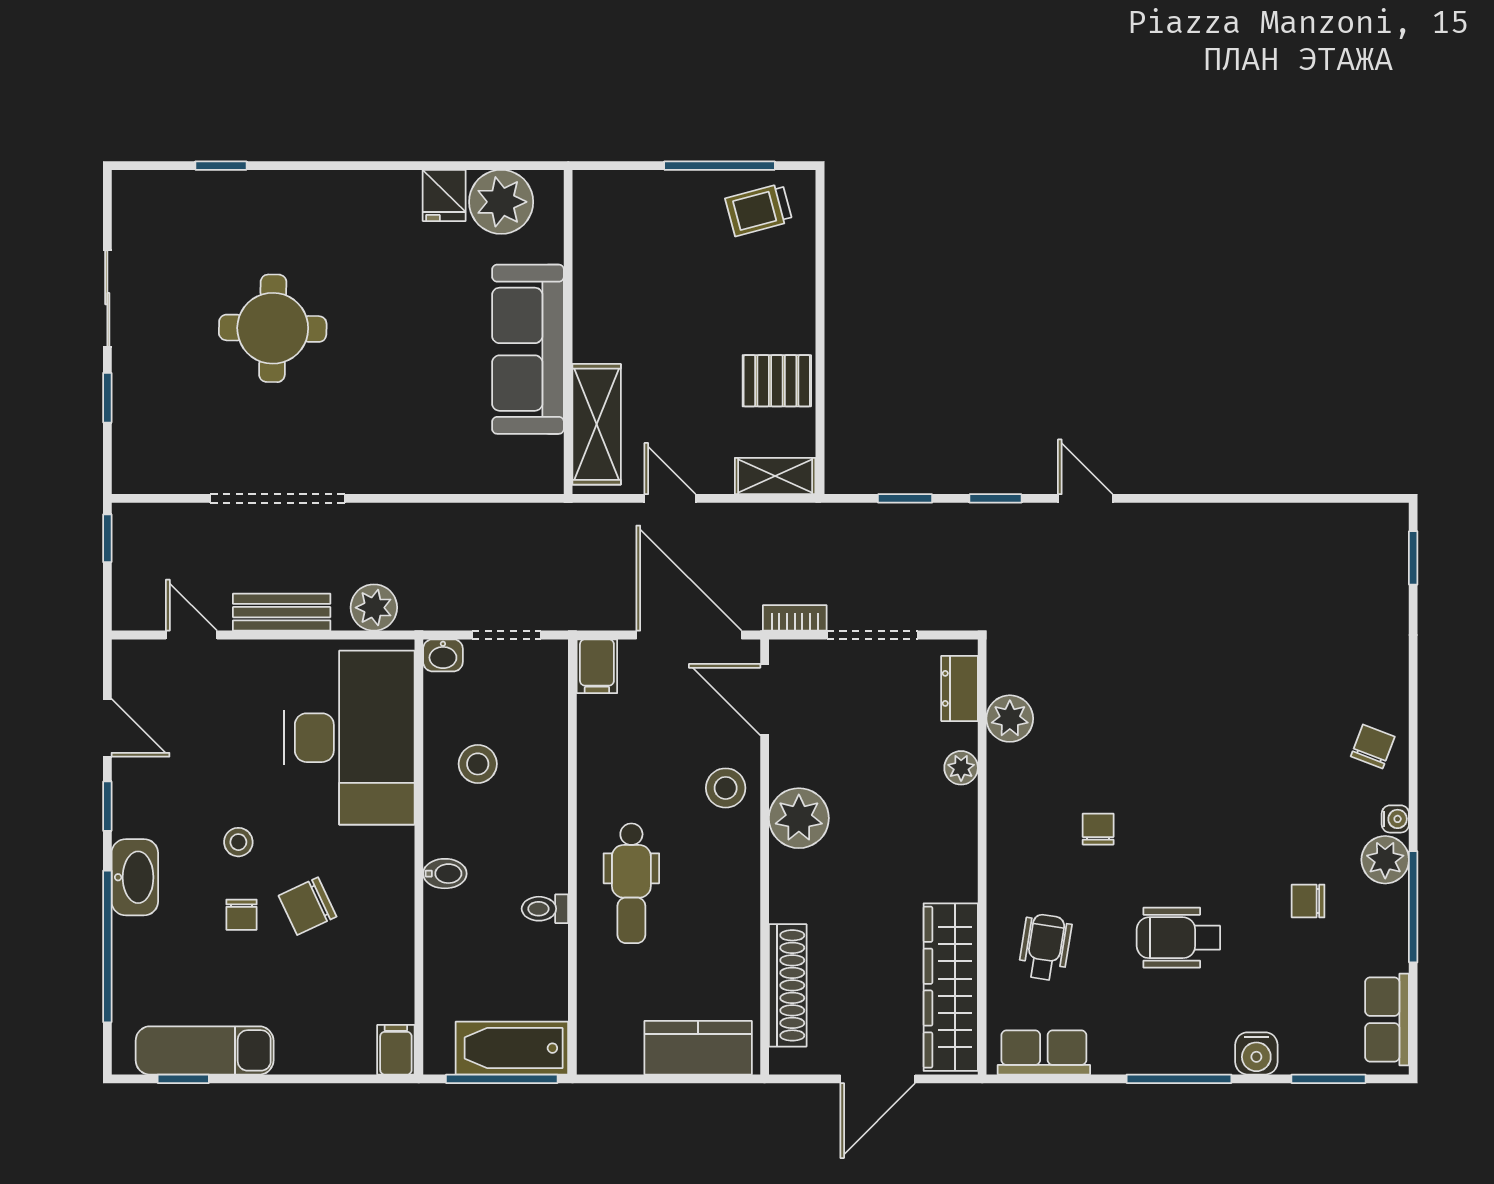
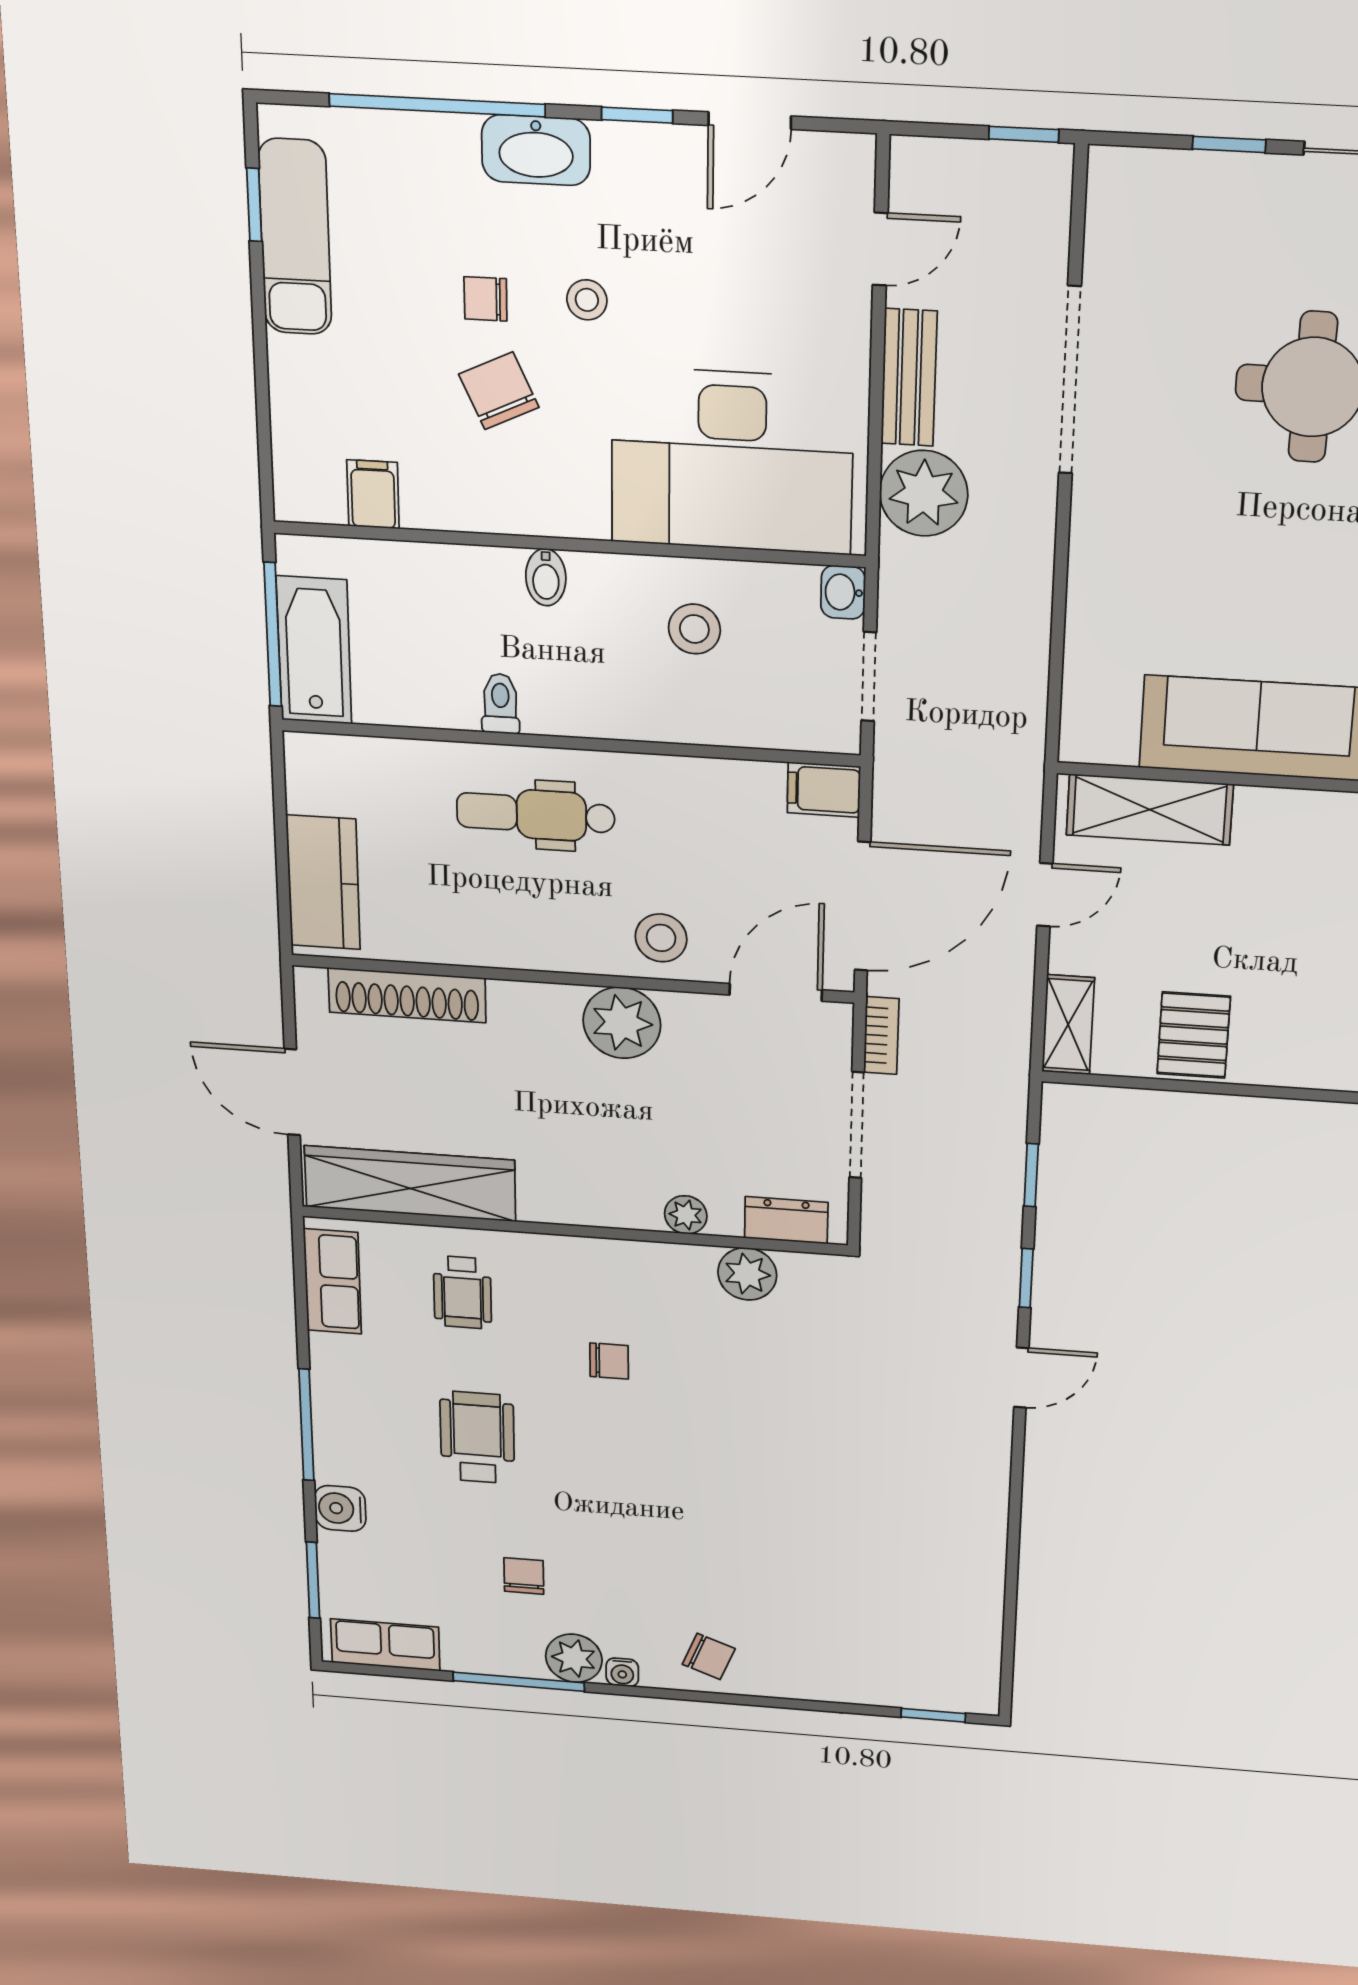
plant: (374, 608) -> (924, 493), width x1.36, depth x1.36
wheelchair: (1045, 947) -> (462, 1292), turned 81
filing cabinet: (396, 1050) -> (373, 494), moved, turned -90

